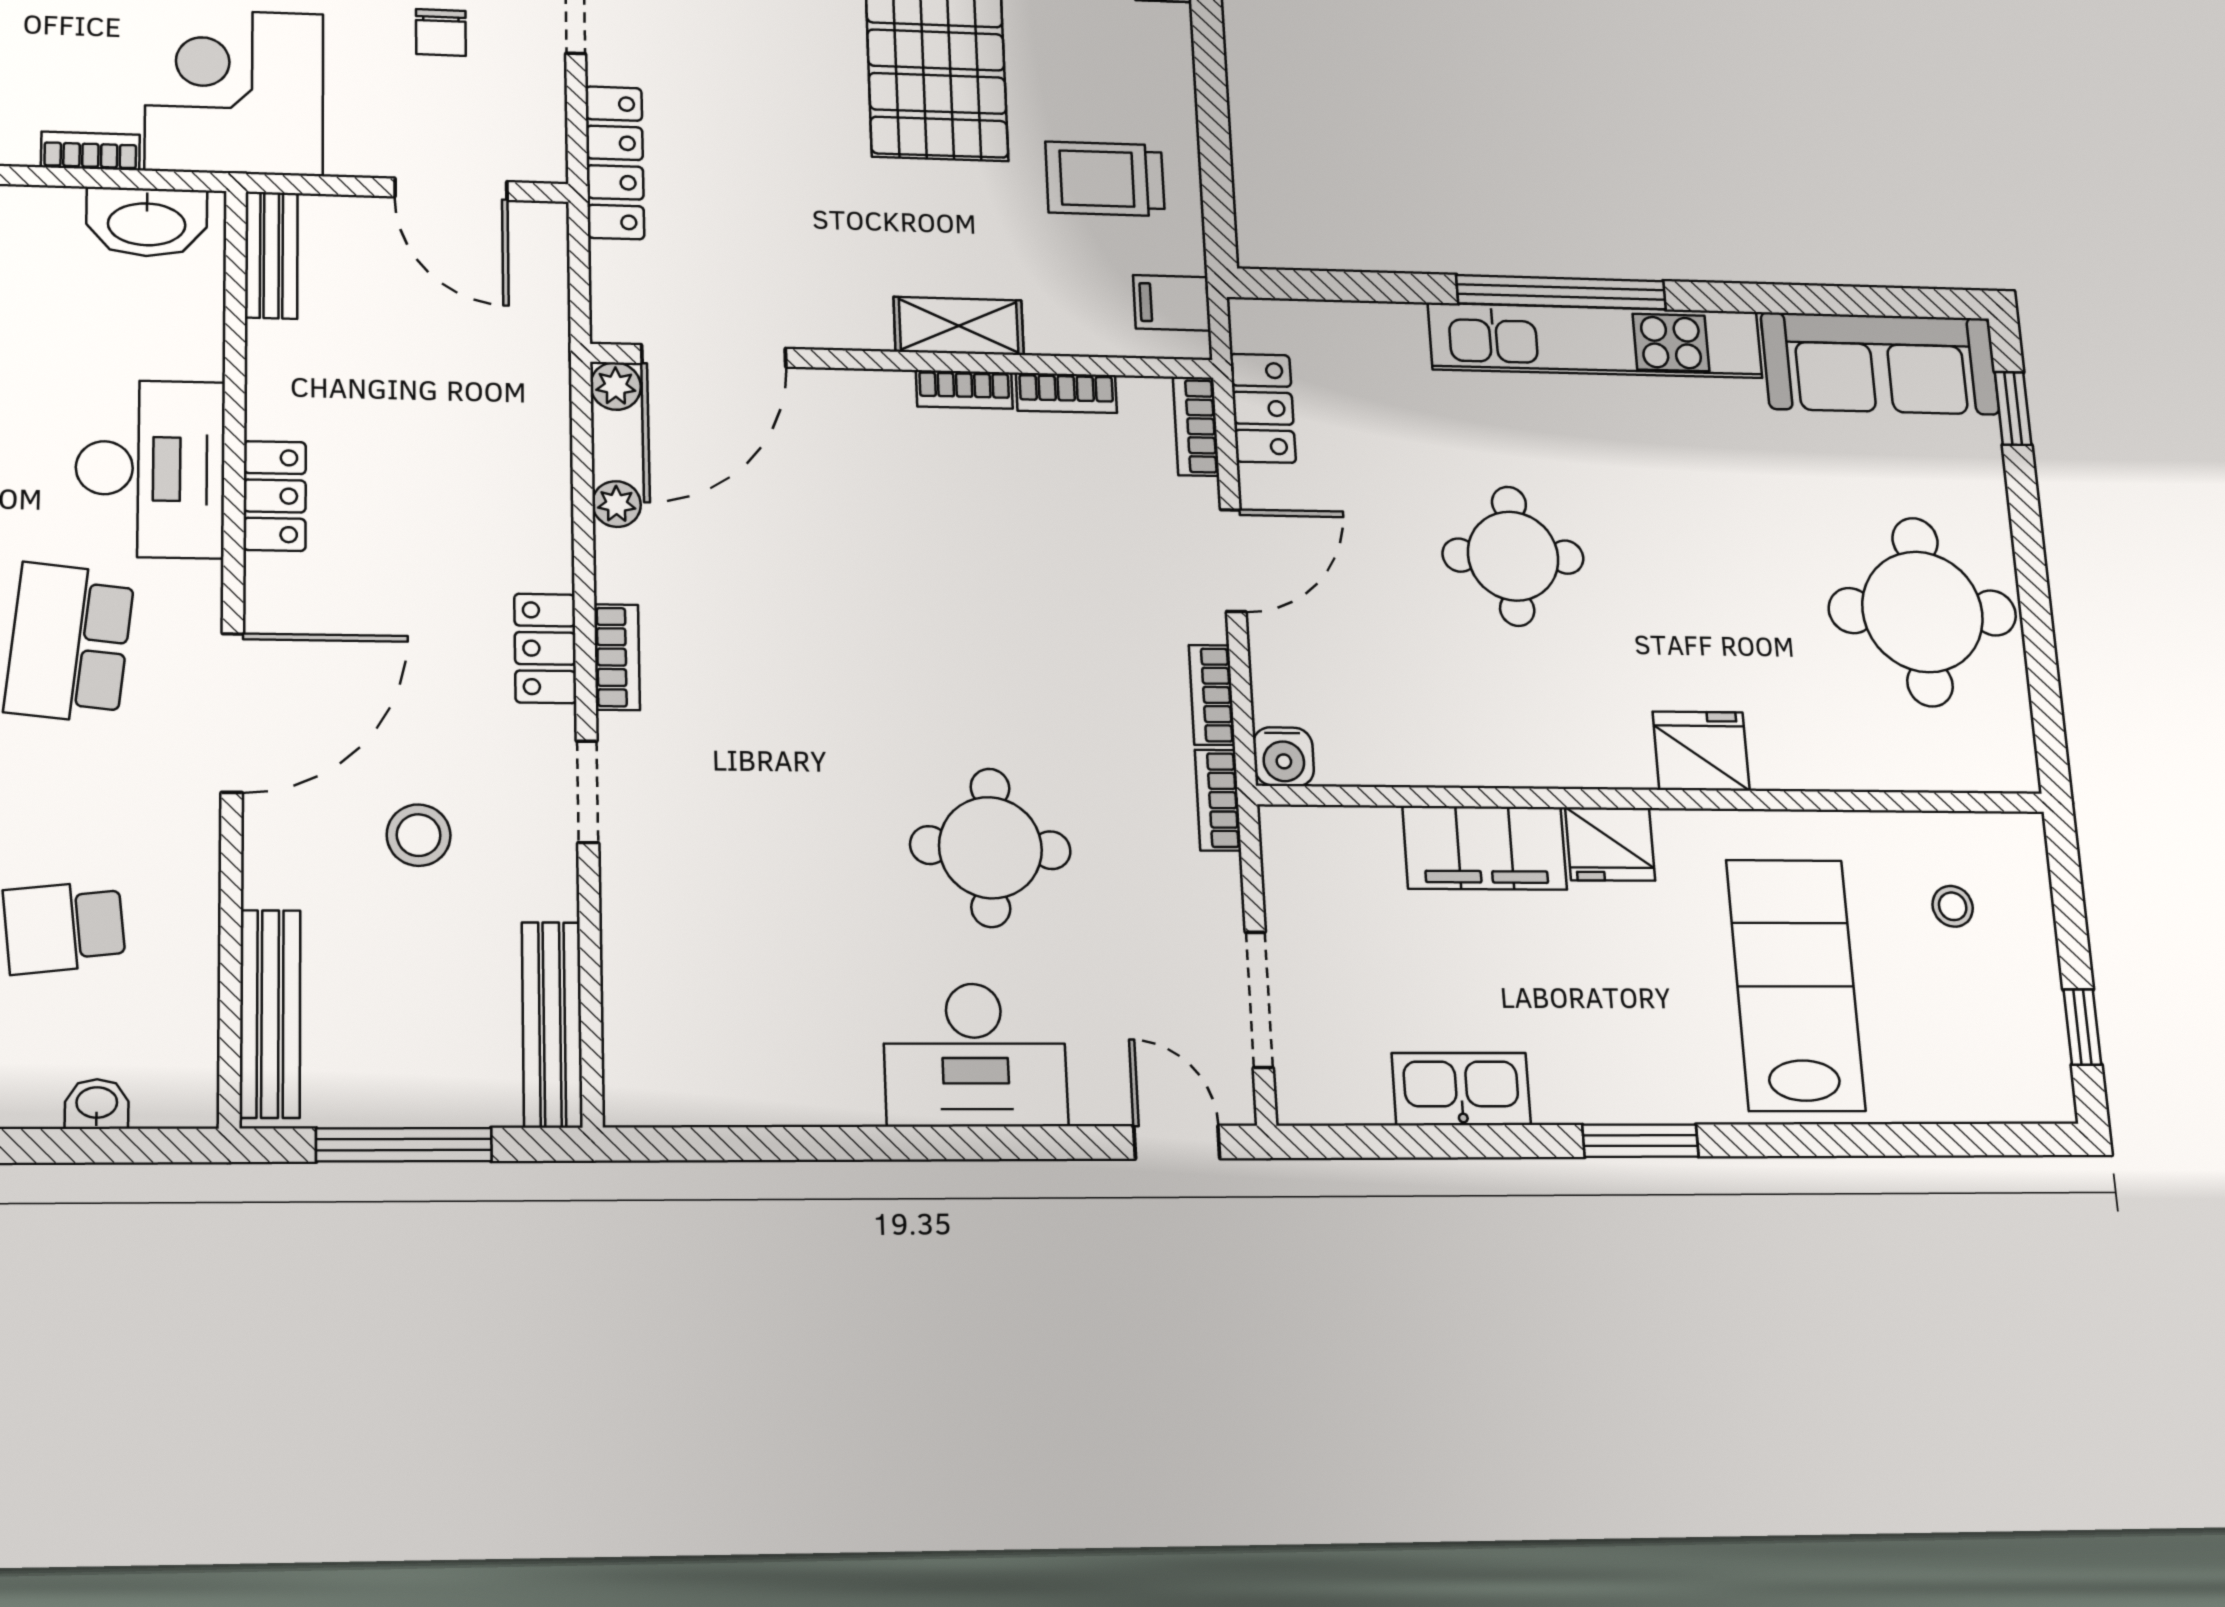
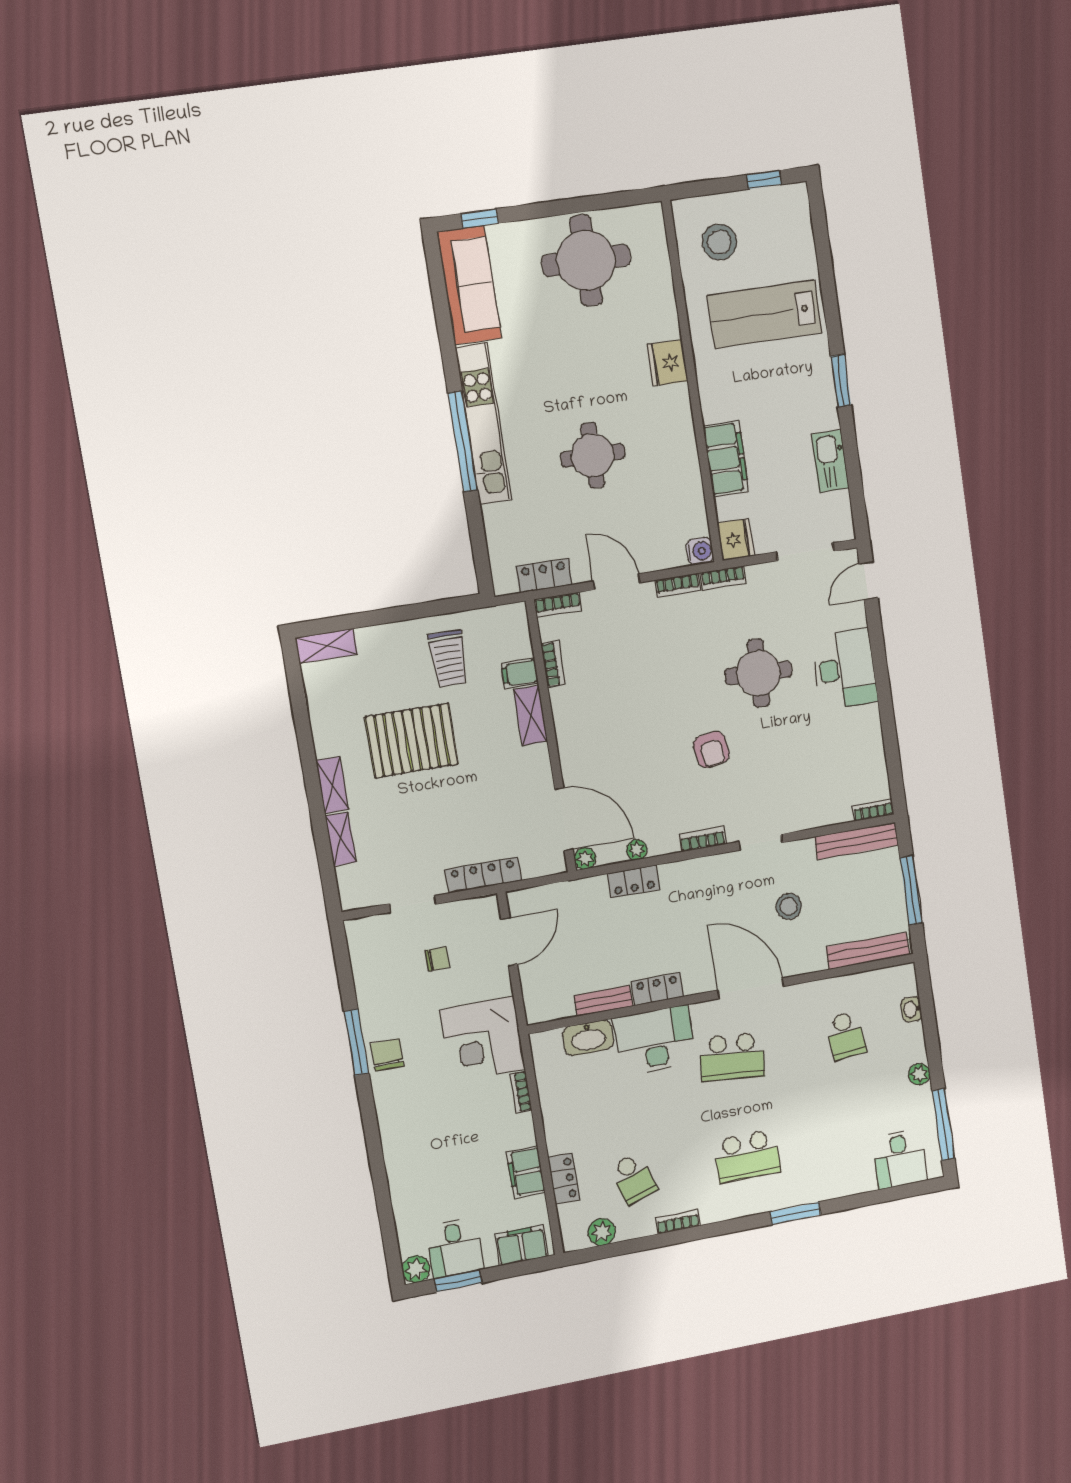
washbasin: (147, 222) -> (588, 1038), moved, turned 90
bench: (271, 255) -> (603, 1001), moved
filing cabinet: (1172, 303) -> (520, 673), moved, turned 90
bookcase: (964, 389) -> (873, 810), moved, turned -90
locker: (545, 648) -> (634, 881), moved
armchair: (826, 711) -> (711, 750), added
fridge: (1610, 844) -> (735, 540), moved
stool: (1953, 906) -> (719, 242), width x1.89, depth x1.89

